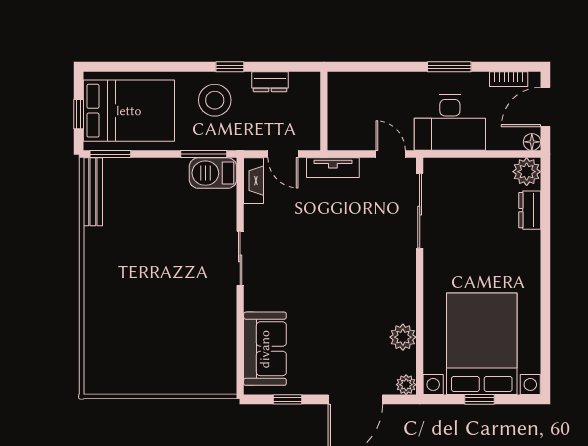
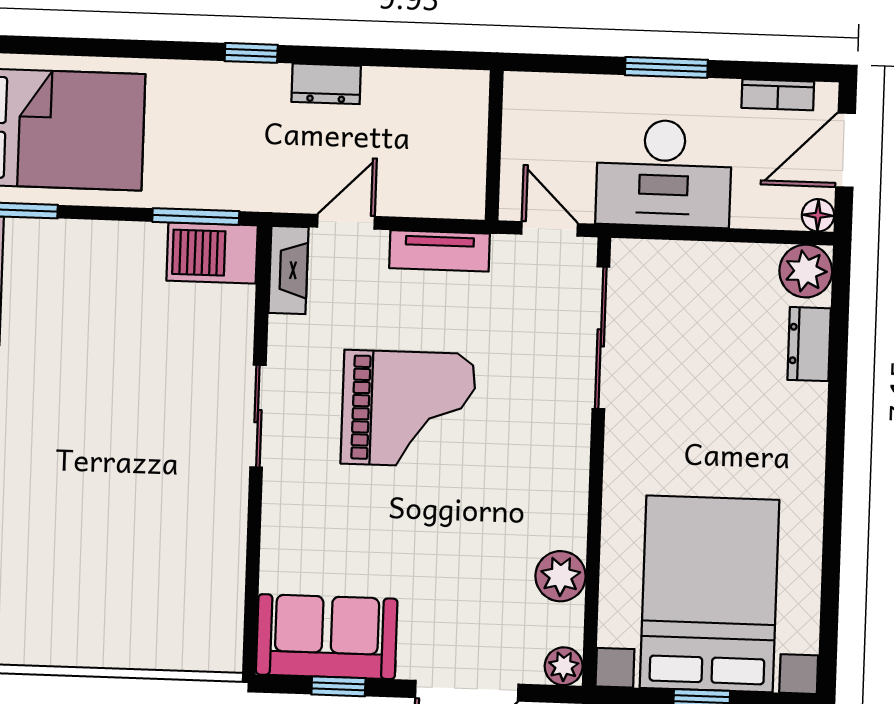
stool: (215, 100) -> (220, 115), removed
wall: (324, 111) -> (494, 145), moved
door: (283, 154) -> (346, 222), swing flipped
grand piano: (319, 252) -> (408, 409), added
sofa: (265, 349) -> (327, 637), moved, turned -90

